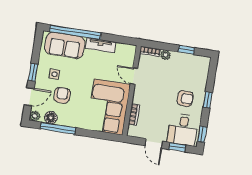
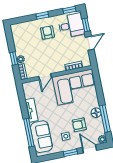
window: (75, 32) -> (29, 133), width x0.68
window: (186, 50) -> (14, 58), moved
floor lamp: (51, 118) -> (96, 113), moved

